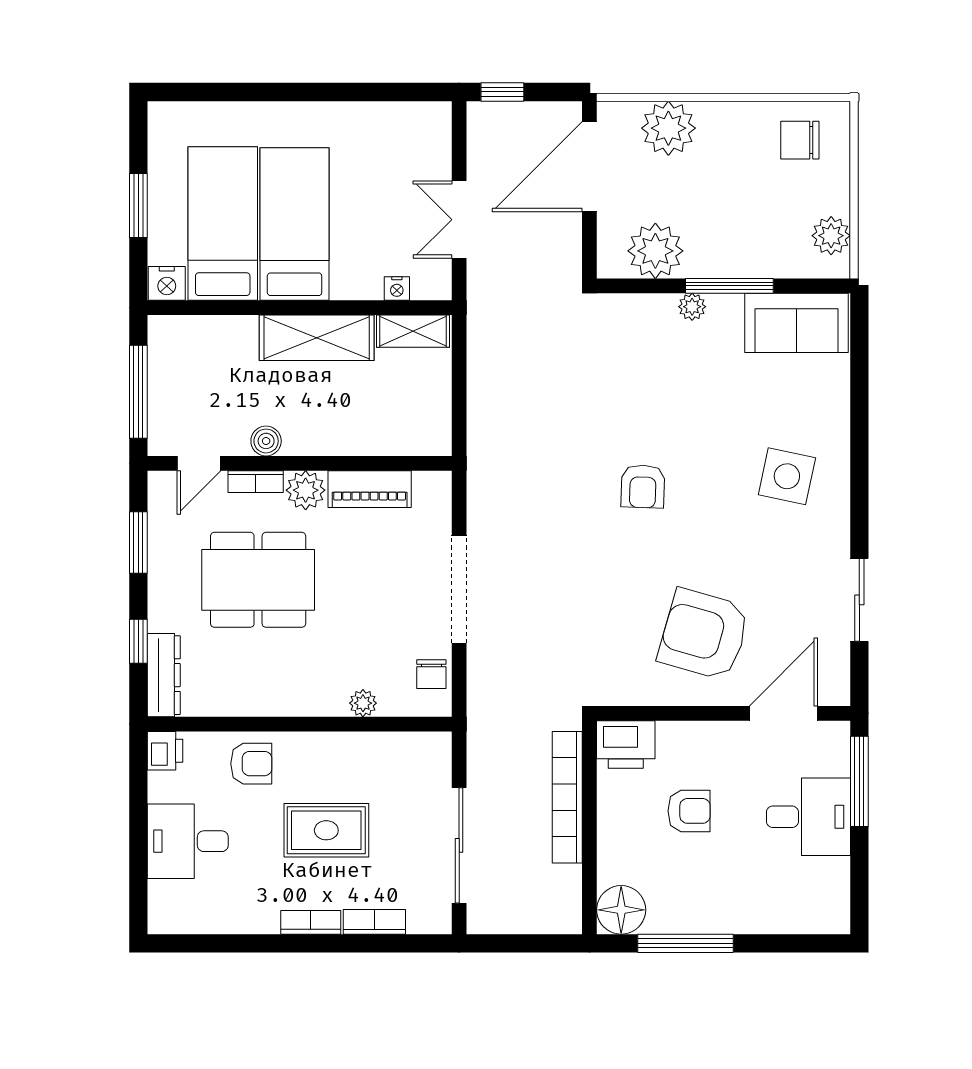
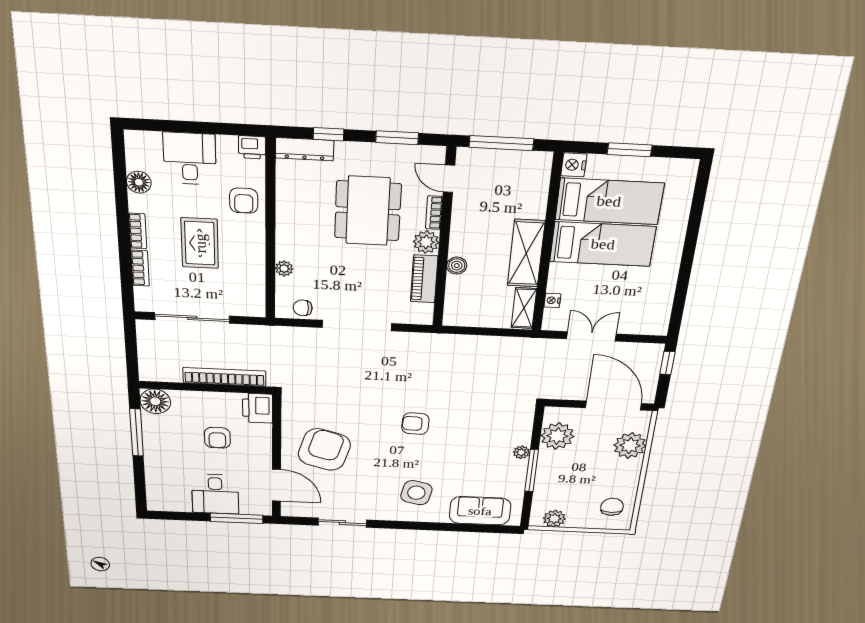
sofa: (796, 323) -> (480, 511), moved, turned 90
boiler: (266, 441) -> (457, 266), moved
floor lamp: (230, 917) -> (139, 182), added

